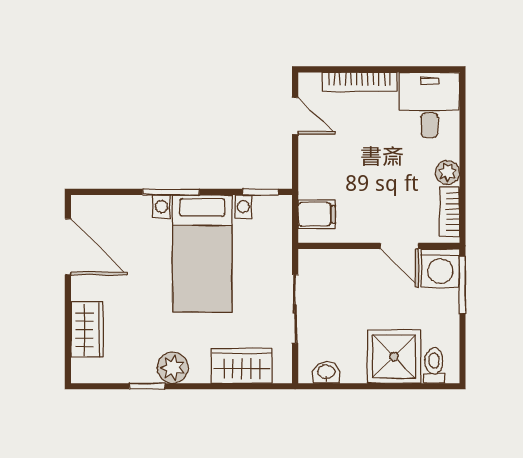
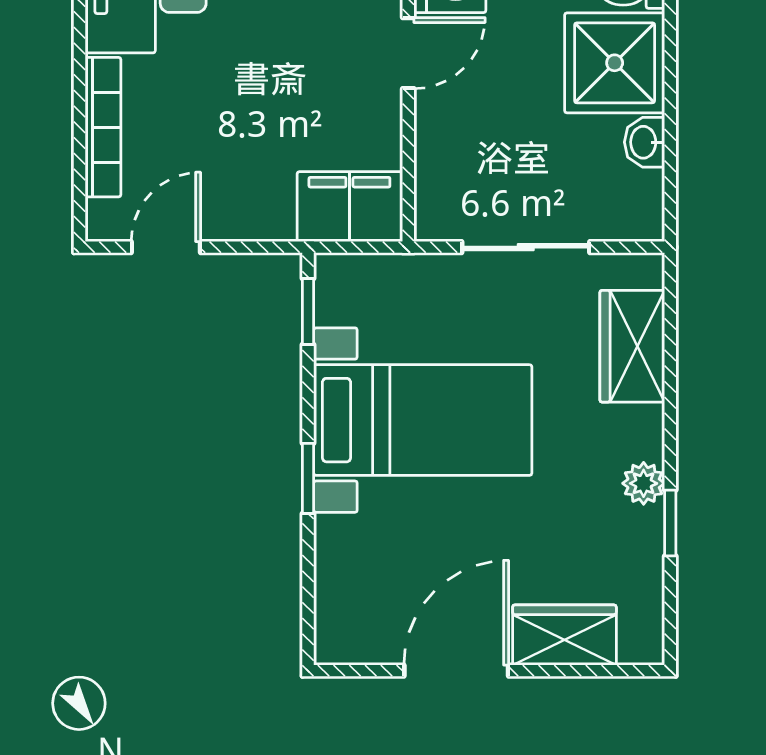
window: (171, 192) -> (308, 478), width x0.67
filing cabinet: (317, 214) -> (349, 207), width x2.00
door: (68, 247) -> (456, 671), moved
plant: (173, 368) -> (644, 483), width x0.73, depth x0.73
washbasin: (326, 372) -> (644, 142), moved

